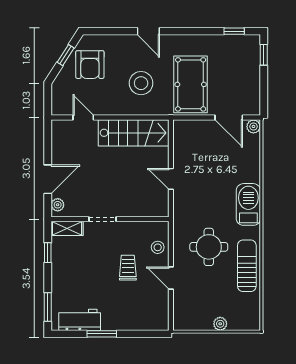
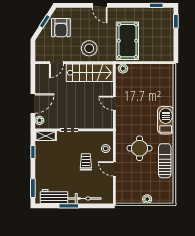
stool: (141, 83) -> (89, 48), moved
door: (83, 118) -> (56, 63), swing flipped
door: (229, 118) -> (153, 63), removed
plant: (253, 126) -> (123, 69), moved
bicycle: (126, 323) -> (85, 198), added

